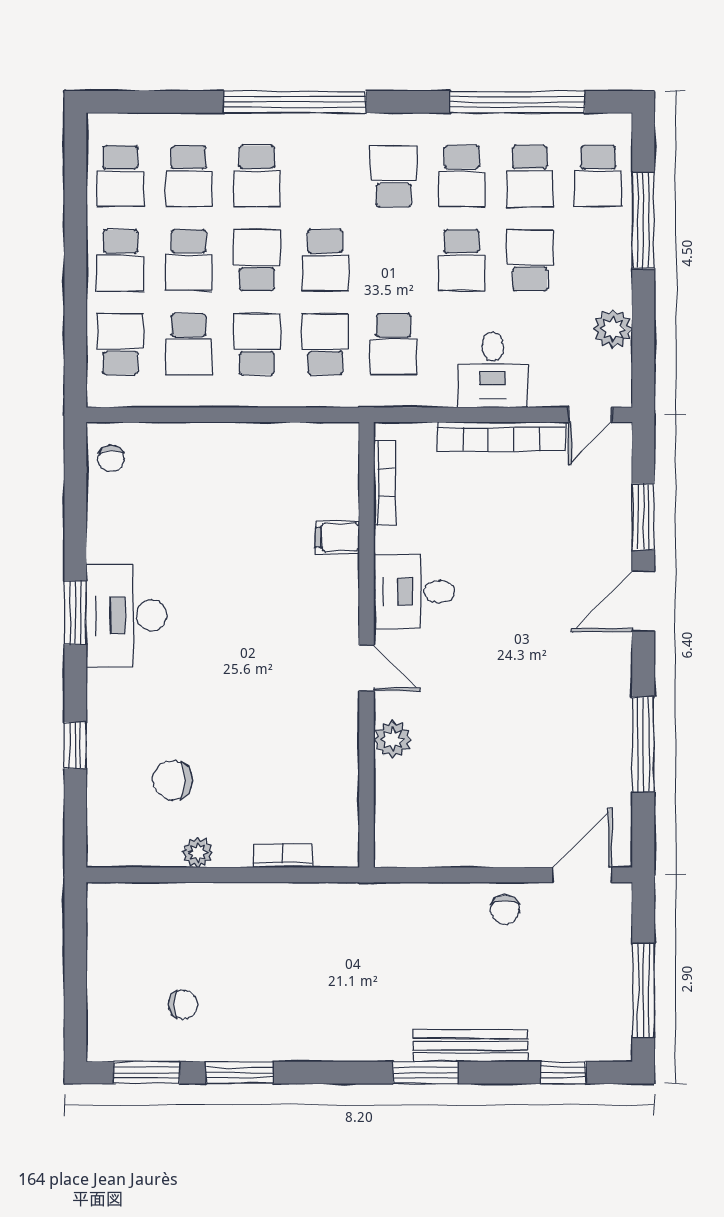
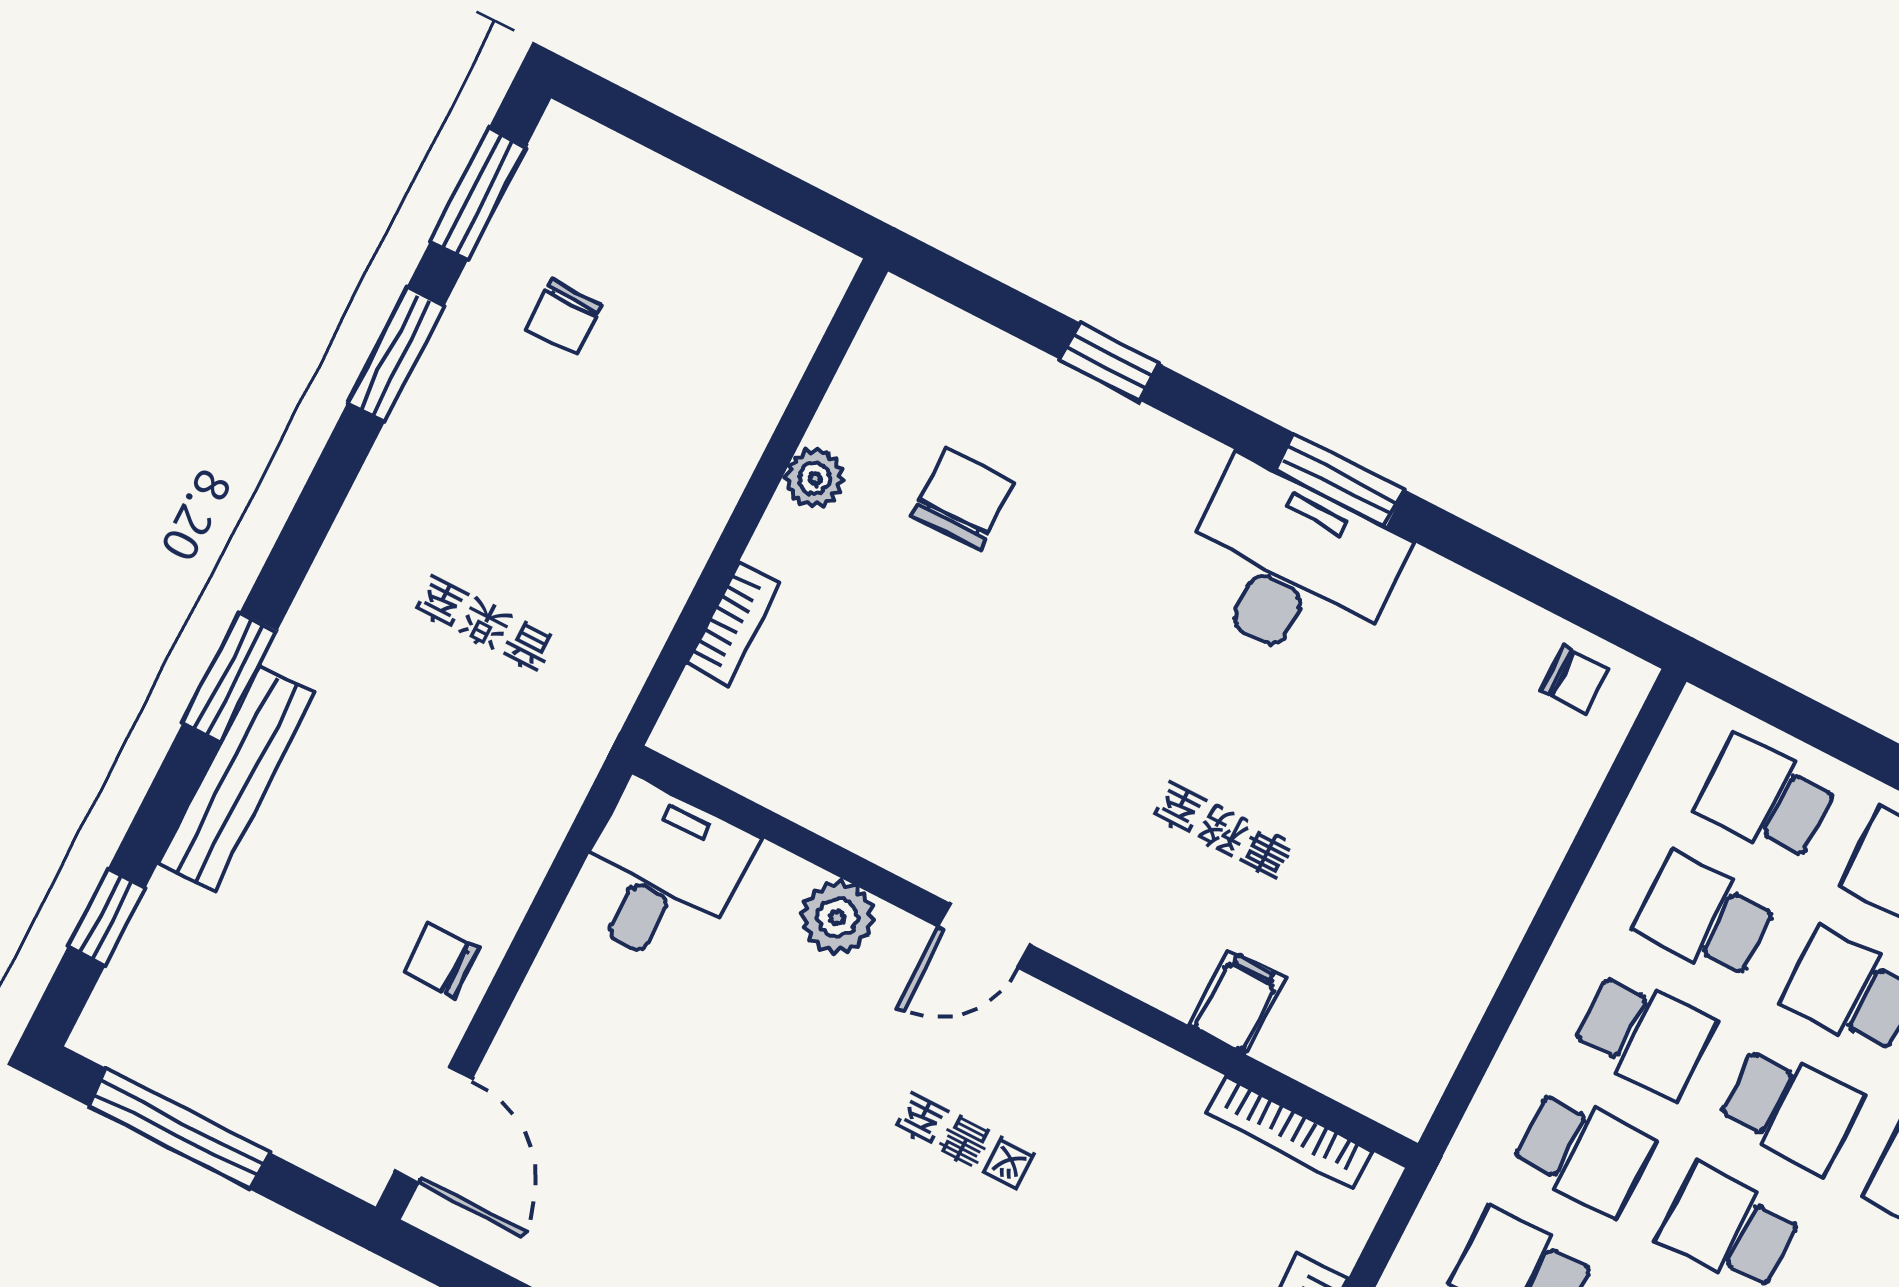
school desk: (120, 344) -> (1766, 798), turned 180
chair: (111, 459) -> (1575, 680), turned 180
desk: (414, 592) -> (661, 874), moved

